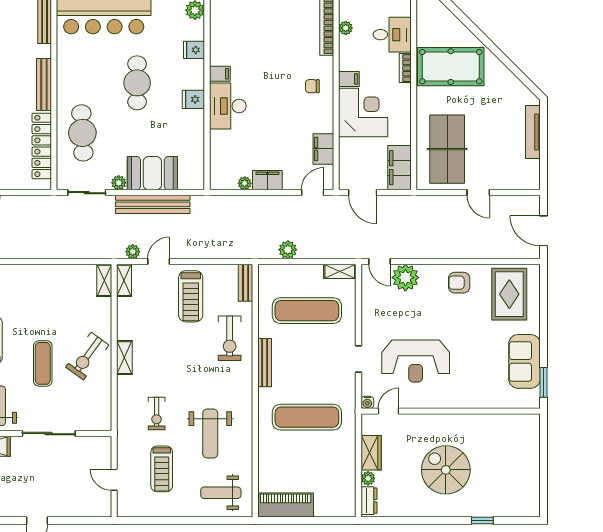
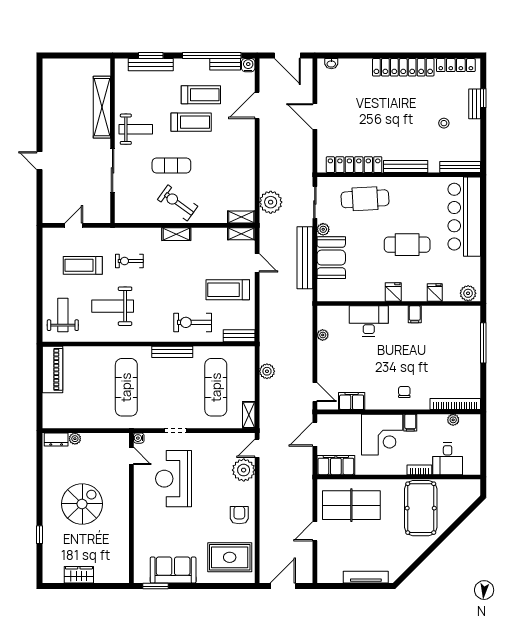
desk: (228, 106) -> (369, 321), moved
filing cabinet: (267, 180) -> (325, 354), removed
plant: (133, 252) -> (271, 202), moved, width x1.87, depth x1.87
wardrobe: (371, 453) -> (79, 575), moved, turned 180

